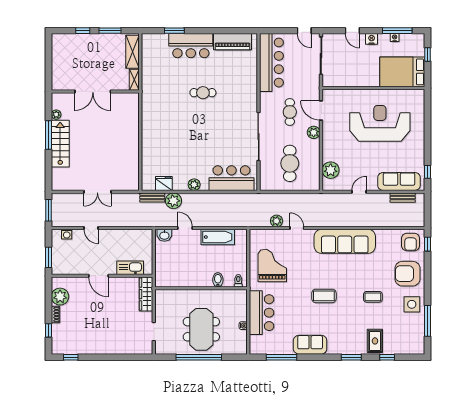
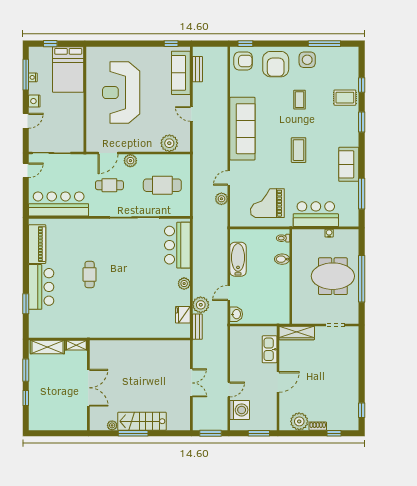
washing machine: (67, 234) -> (240, 410), width x1.89, depth x1.89

